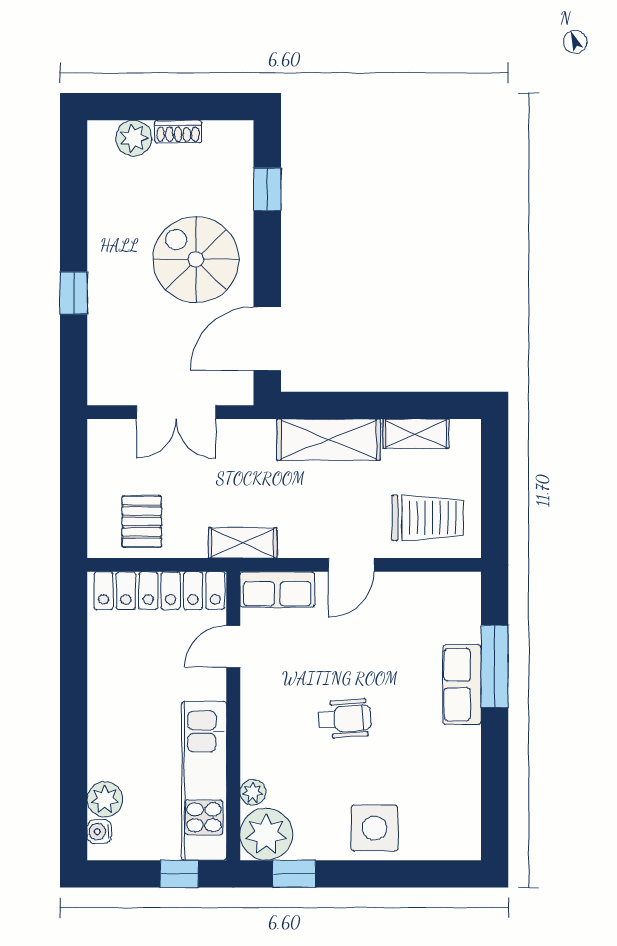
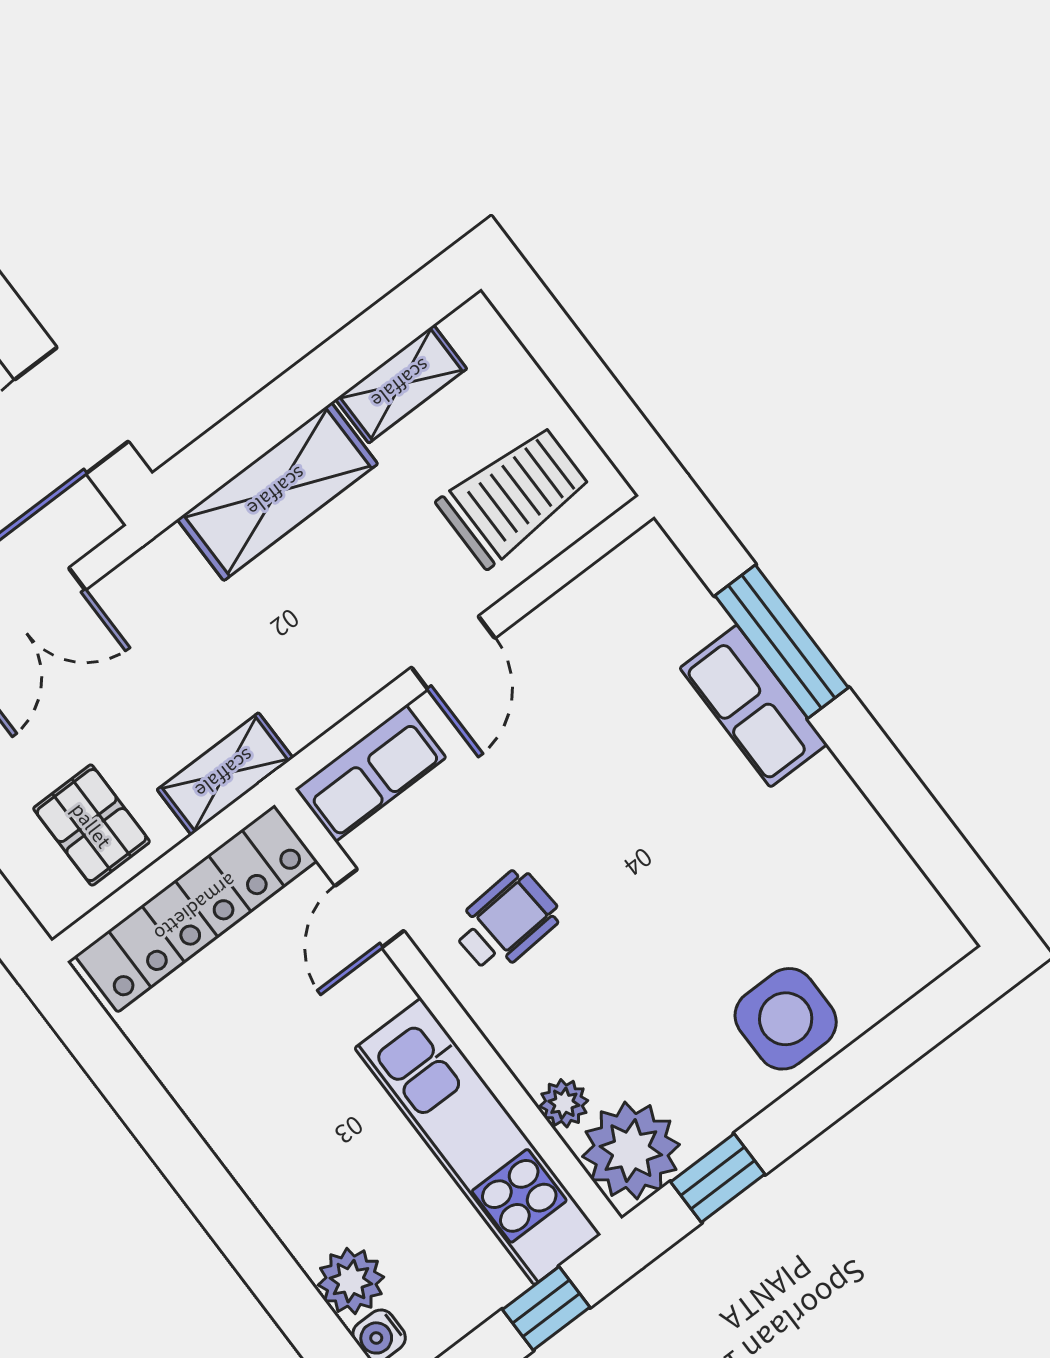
shelving: (243, 543) -> (225, 774), moved
wheelchair: (345, 719) -> (506, 922), moved

